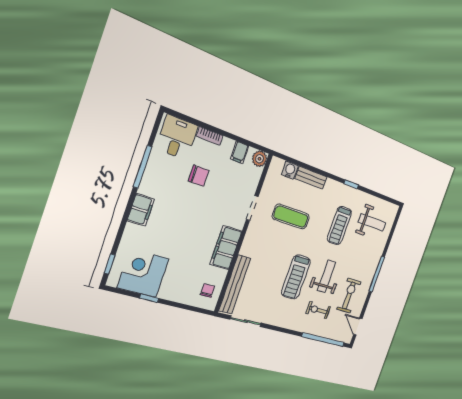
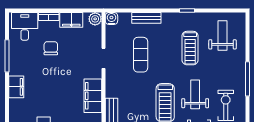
filing cabinet: (240, 152) -> (71, 20), width x2.00
water cooler: (290, 170) -> (111, 18), moved
chair: (199, 176) -> (51, 48), turned -90
exercise mat: (291, 217) -> (141, 55), turned 90
weight bench: (372, 222) -> (223, 35), turned -90

